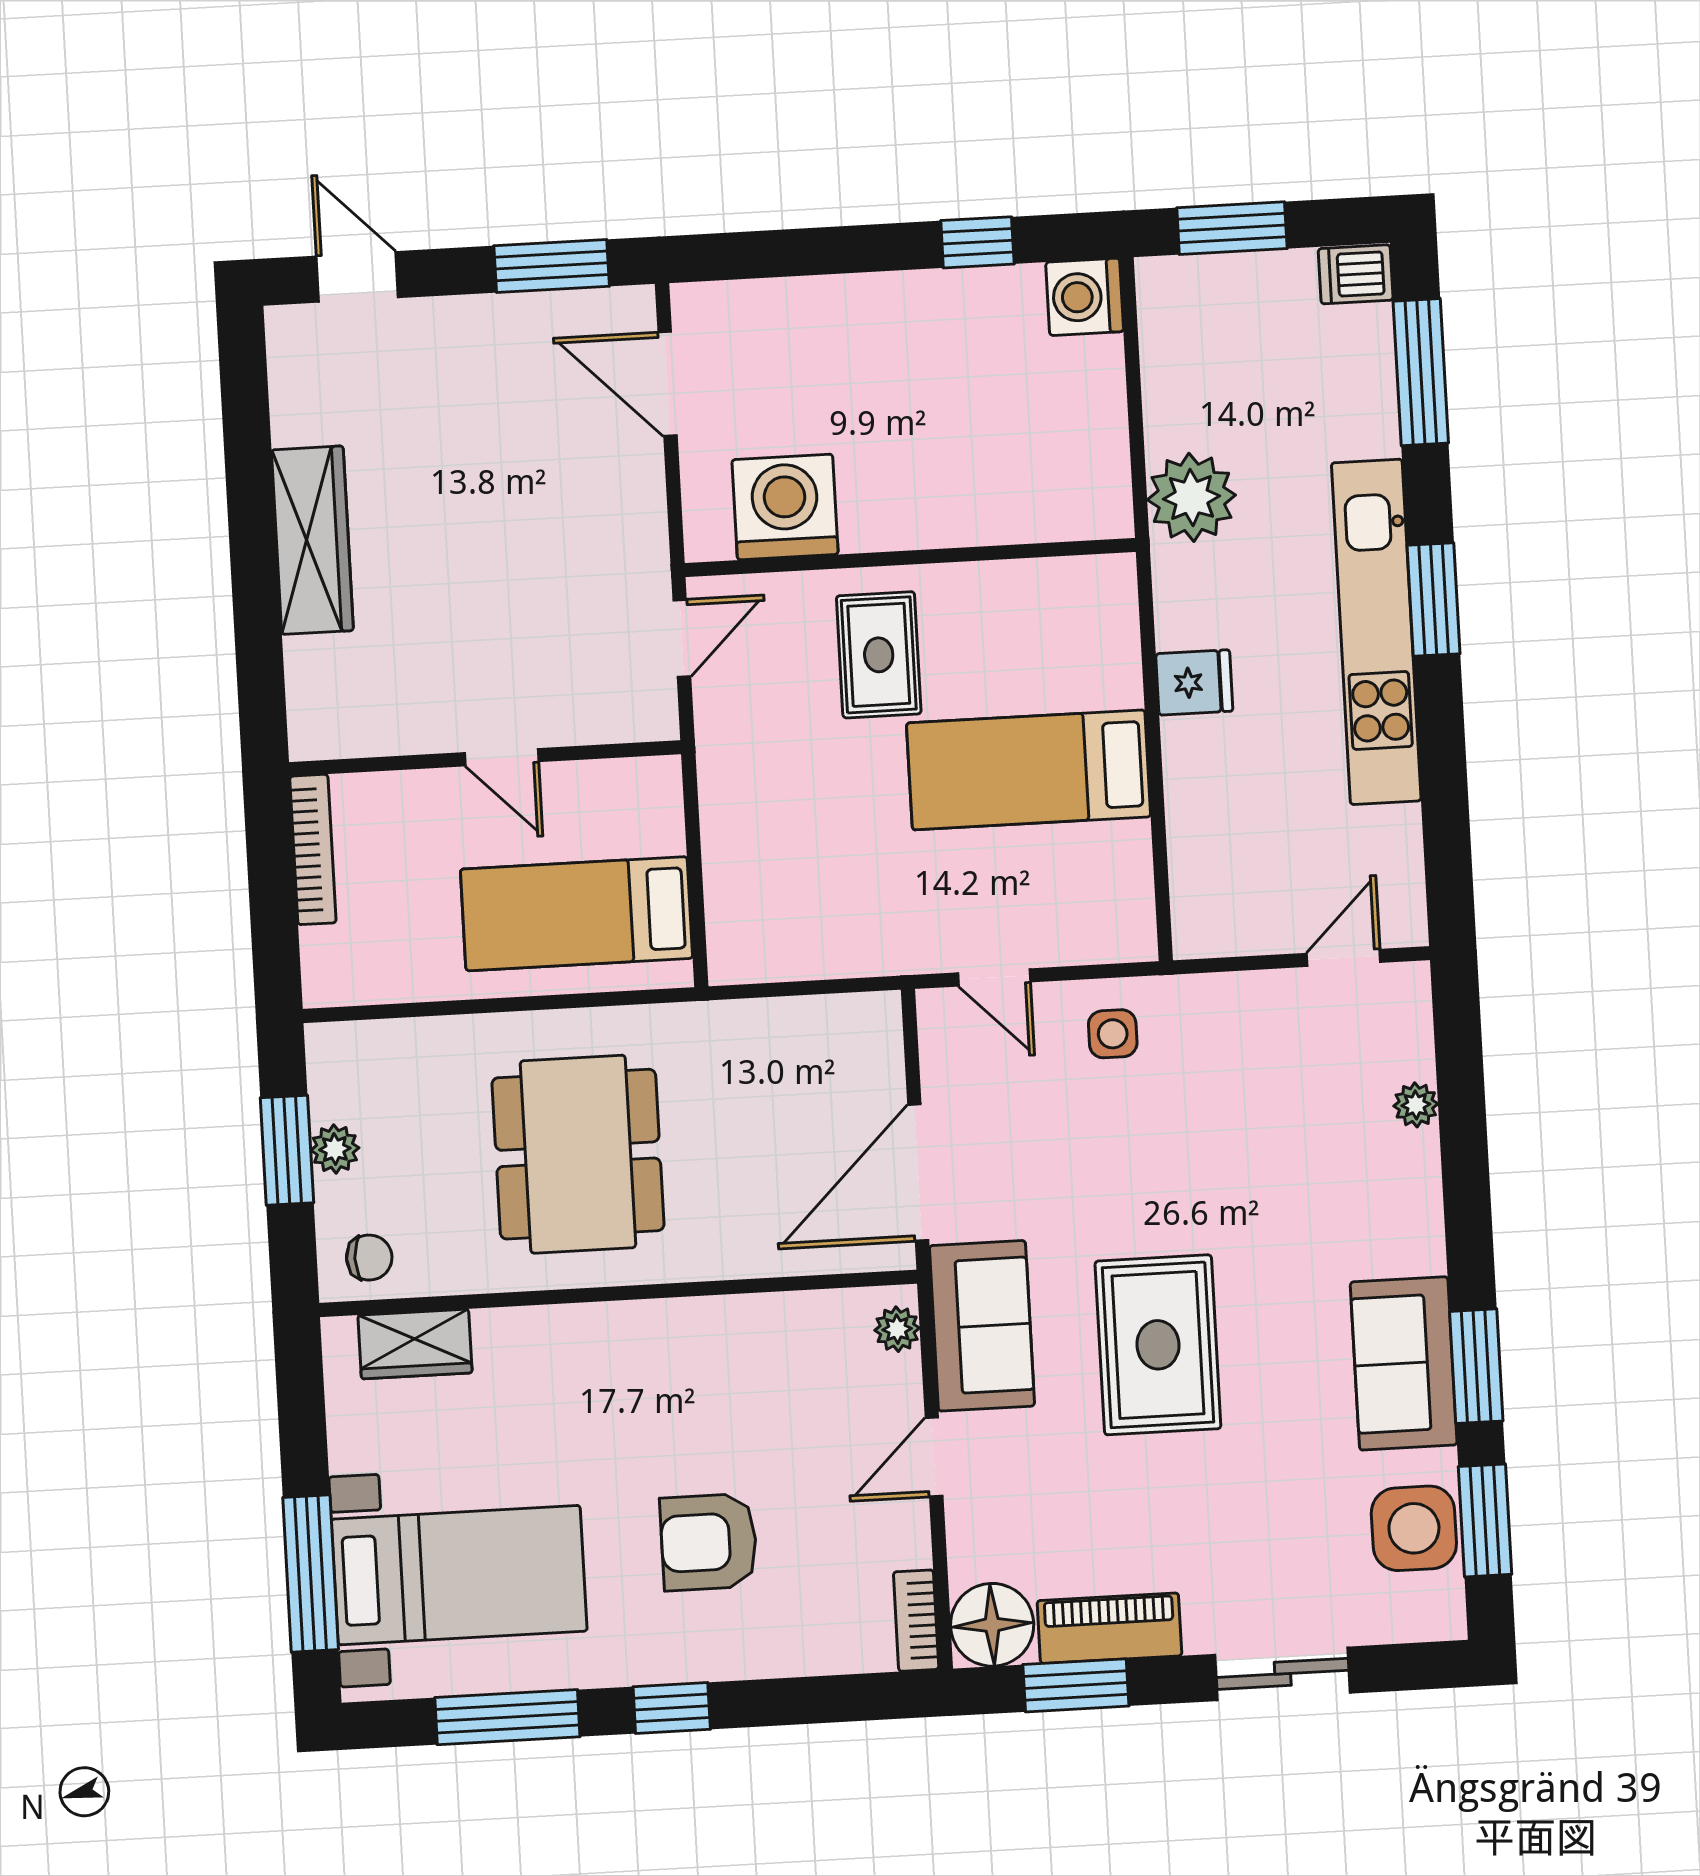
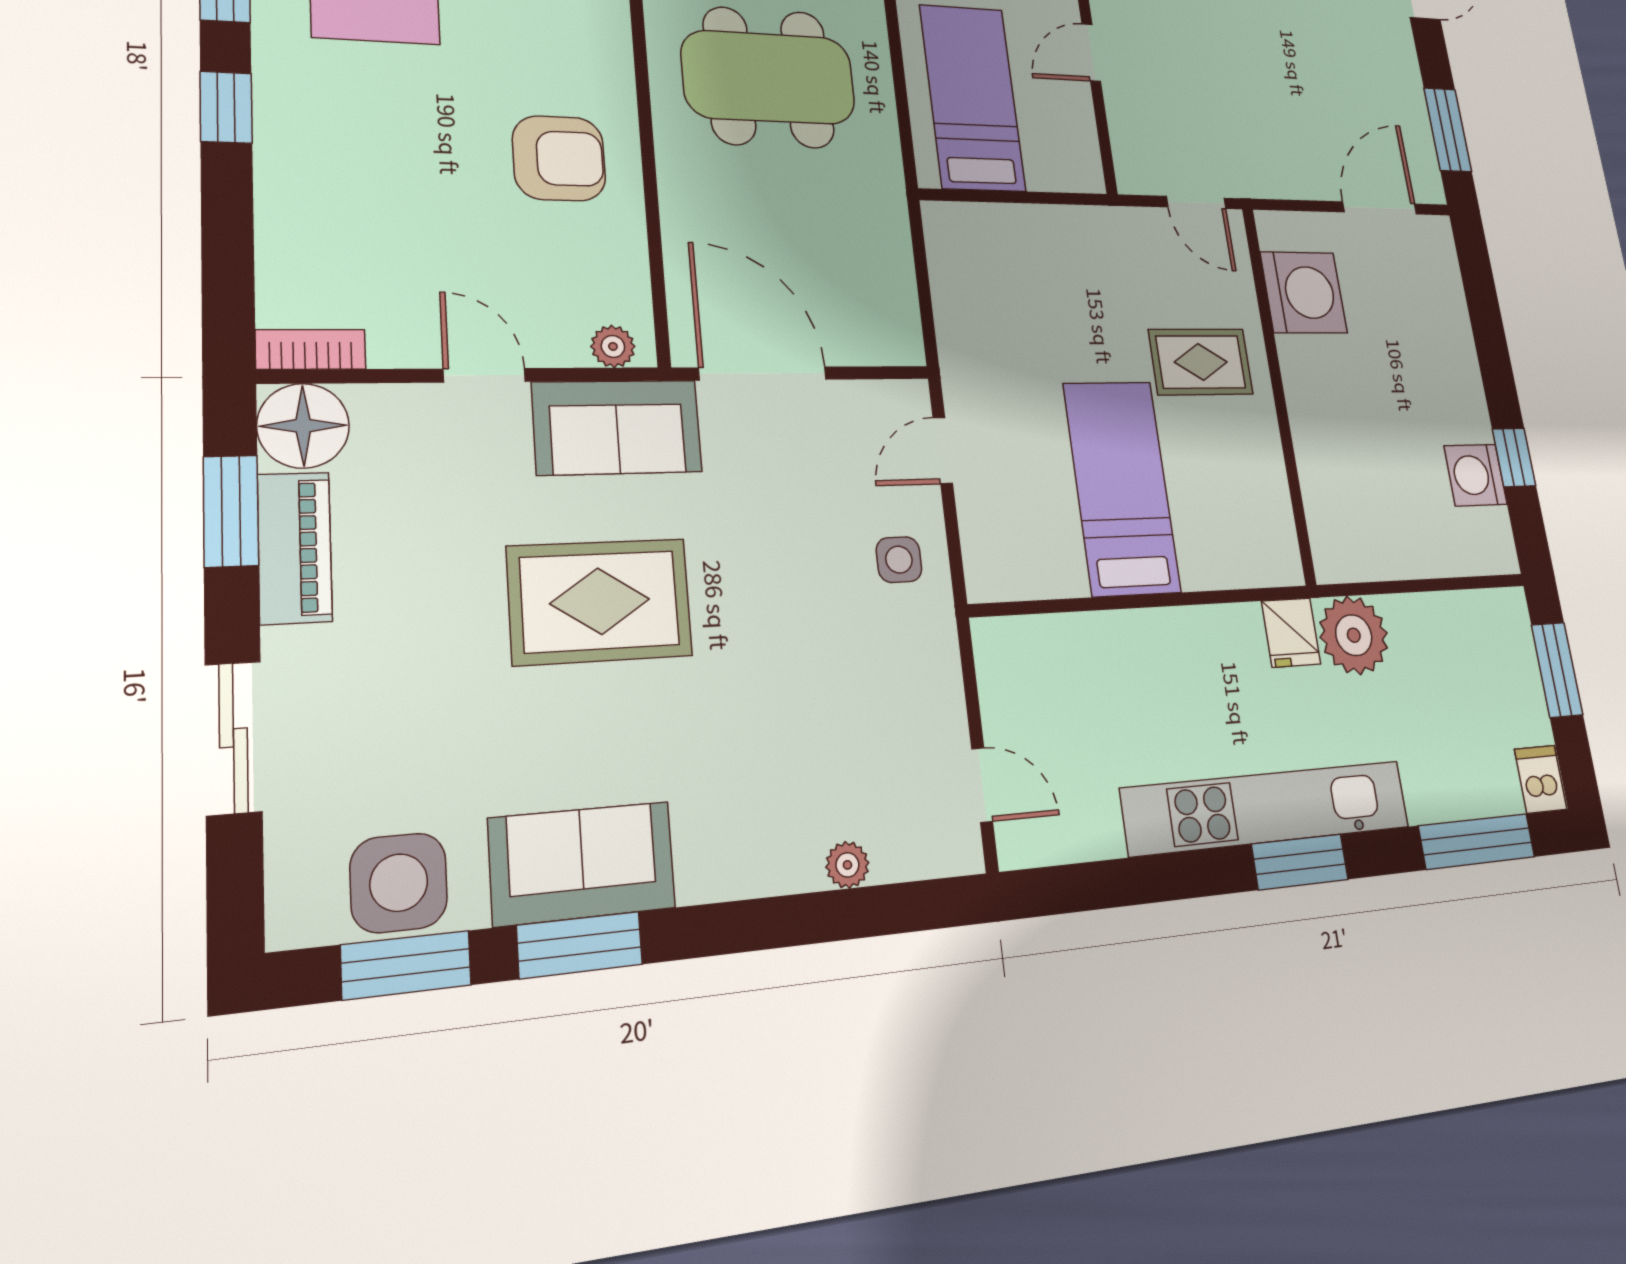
washing machine: (1085, 297) -> (1476, 475), moved, turned -90
fridge: (1194, 682) -> (1291, 633), moved
armchair: (709, 1542) -> (559, 158), moved, turned 90

